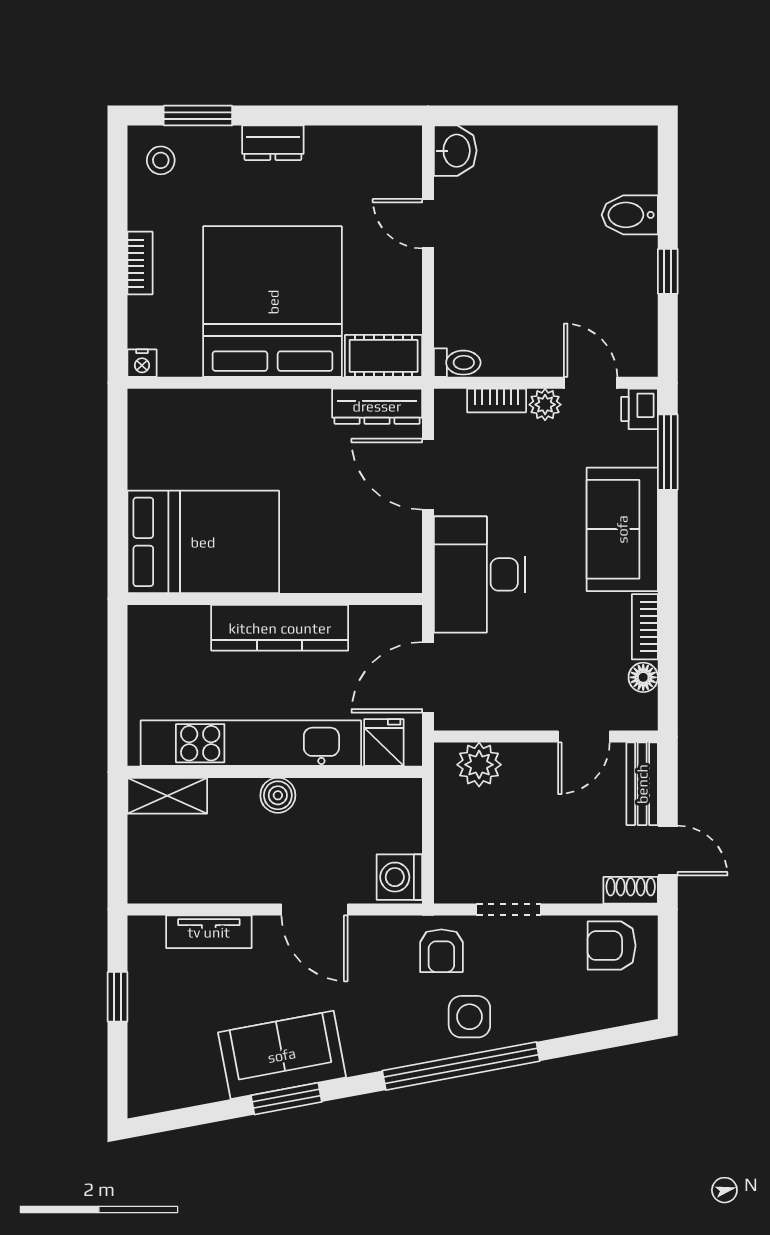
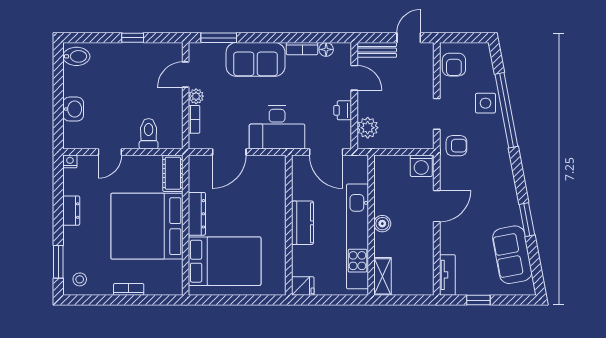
dresser: (273, 143) -> (71, 211), moved
washbasin: (455, 151) -> (73, 109), moved, turned 90
bidet: (630, 215) -> (76, 56), moved, turned -90
nightstand: (142, 363) -> (70, 161), moved, turned -90
toilet: (457, 363) -> (149, 134), moved, width x1.37, depth x1.39
dresser: (377, 406) -> (197, 214), moved
printer: (640, 409) -> (343, 110), moved, turned 90
bed: (203, 542) -> (225, 261), moved, turned 90
kitchen counter: (280, 628) -> (302, 223), width x0.67
fridge: (384, 743) -> (303, 286), moved, turned 180
shoe rack: (631, 890) -> (428, 55), removed
tv unit: (209, 932) -> (447, 275), moved
side table: (469, 1017) -> (485, 103), moved
sofa: (282, 1055) -> (512, 255), moved
window: (461, 1066) -> (506, 110), moved

